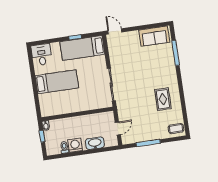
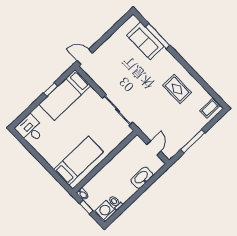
sofa: (154, 36) -> (145, 41), moved, turned 90
bed: (57, 82) -> (79, 161), moved
washing machine: (75, 145) -> (106, 211), moved

